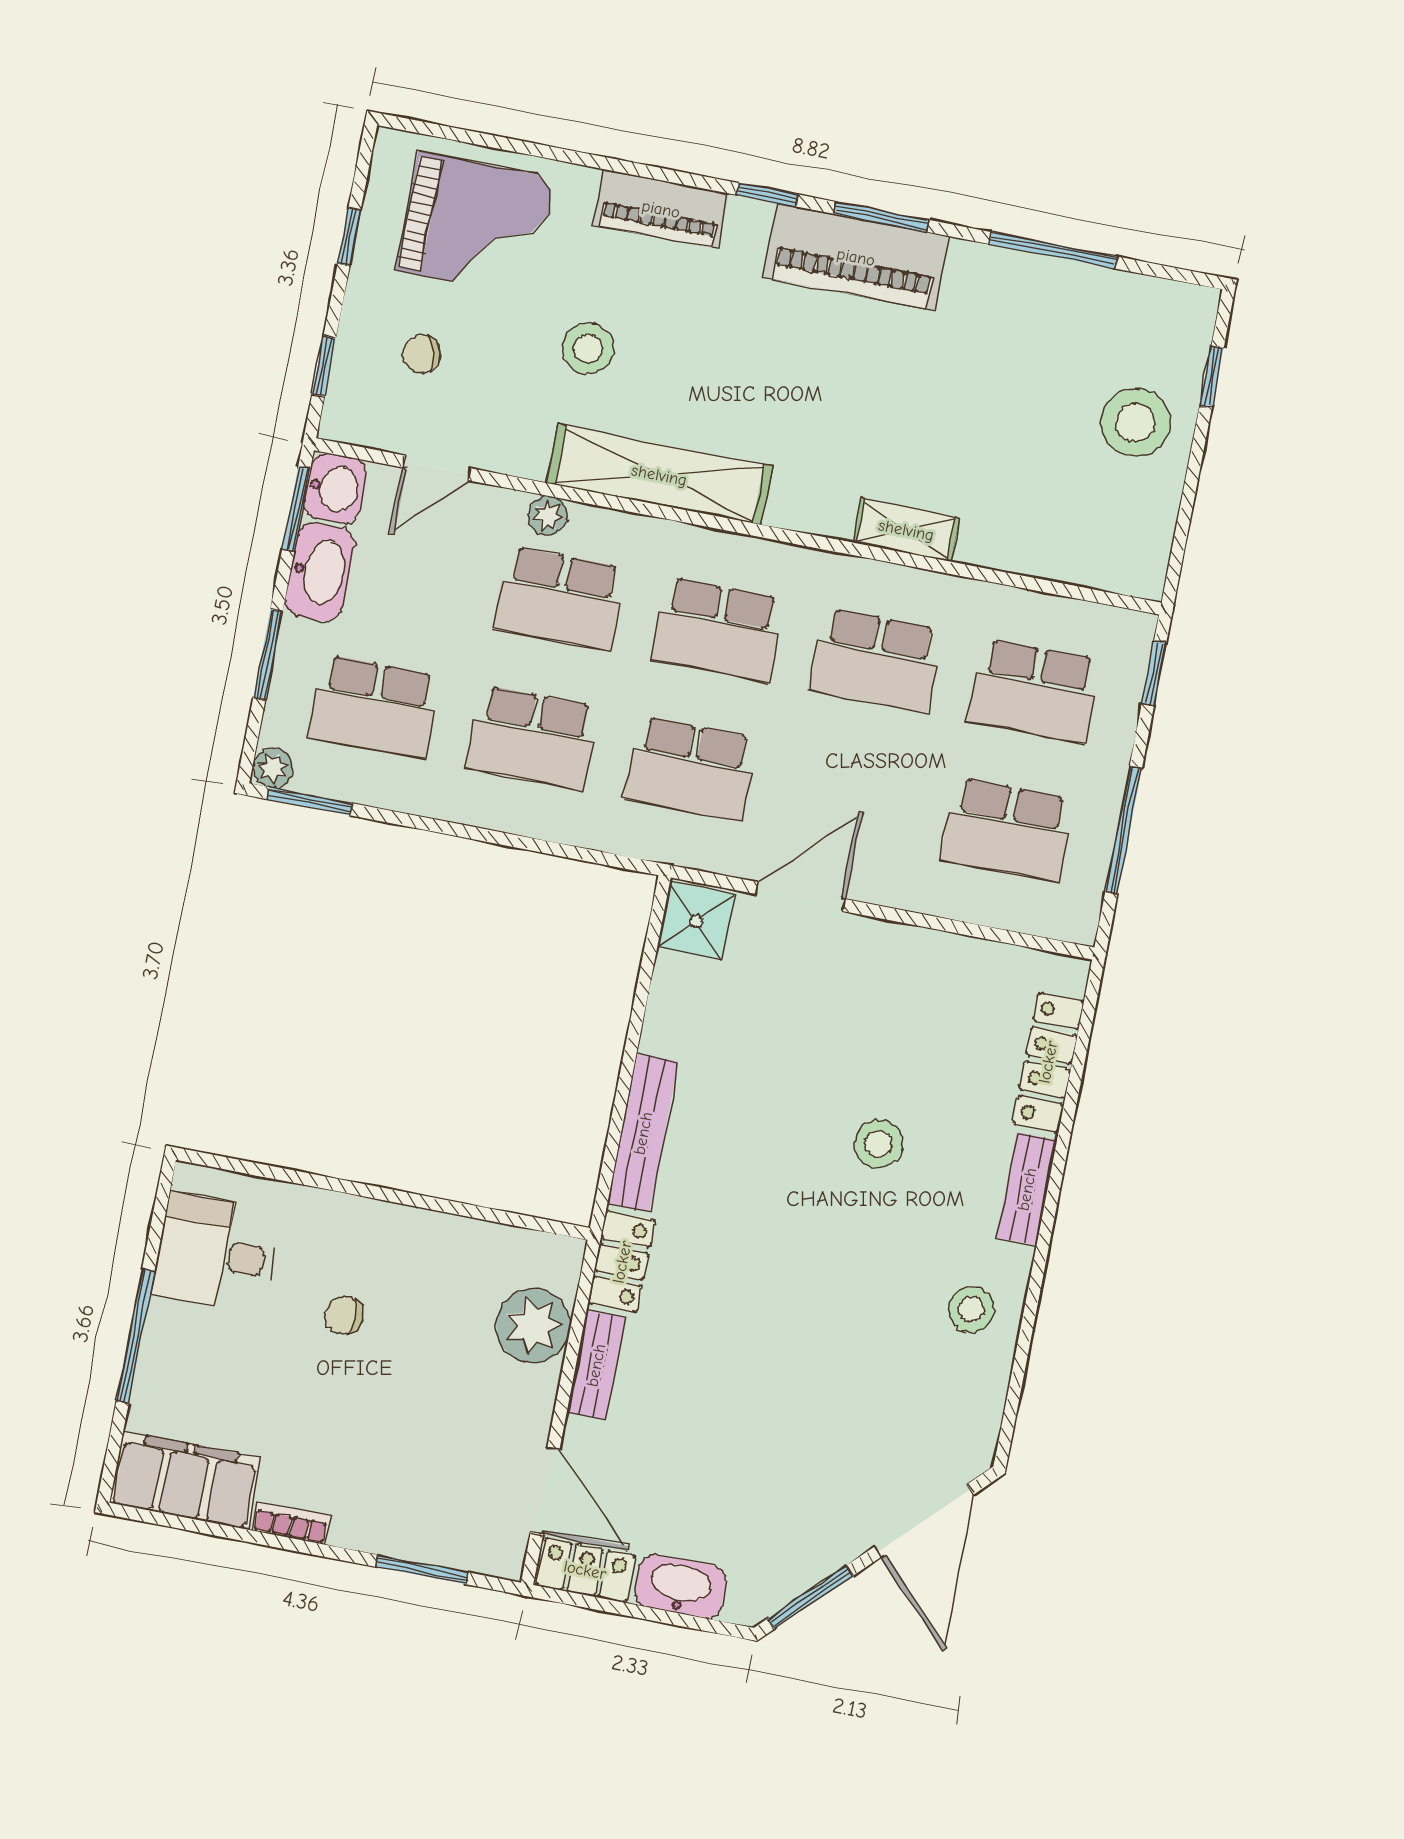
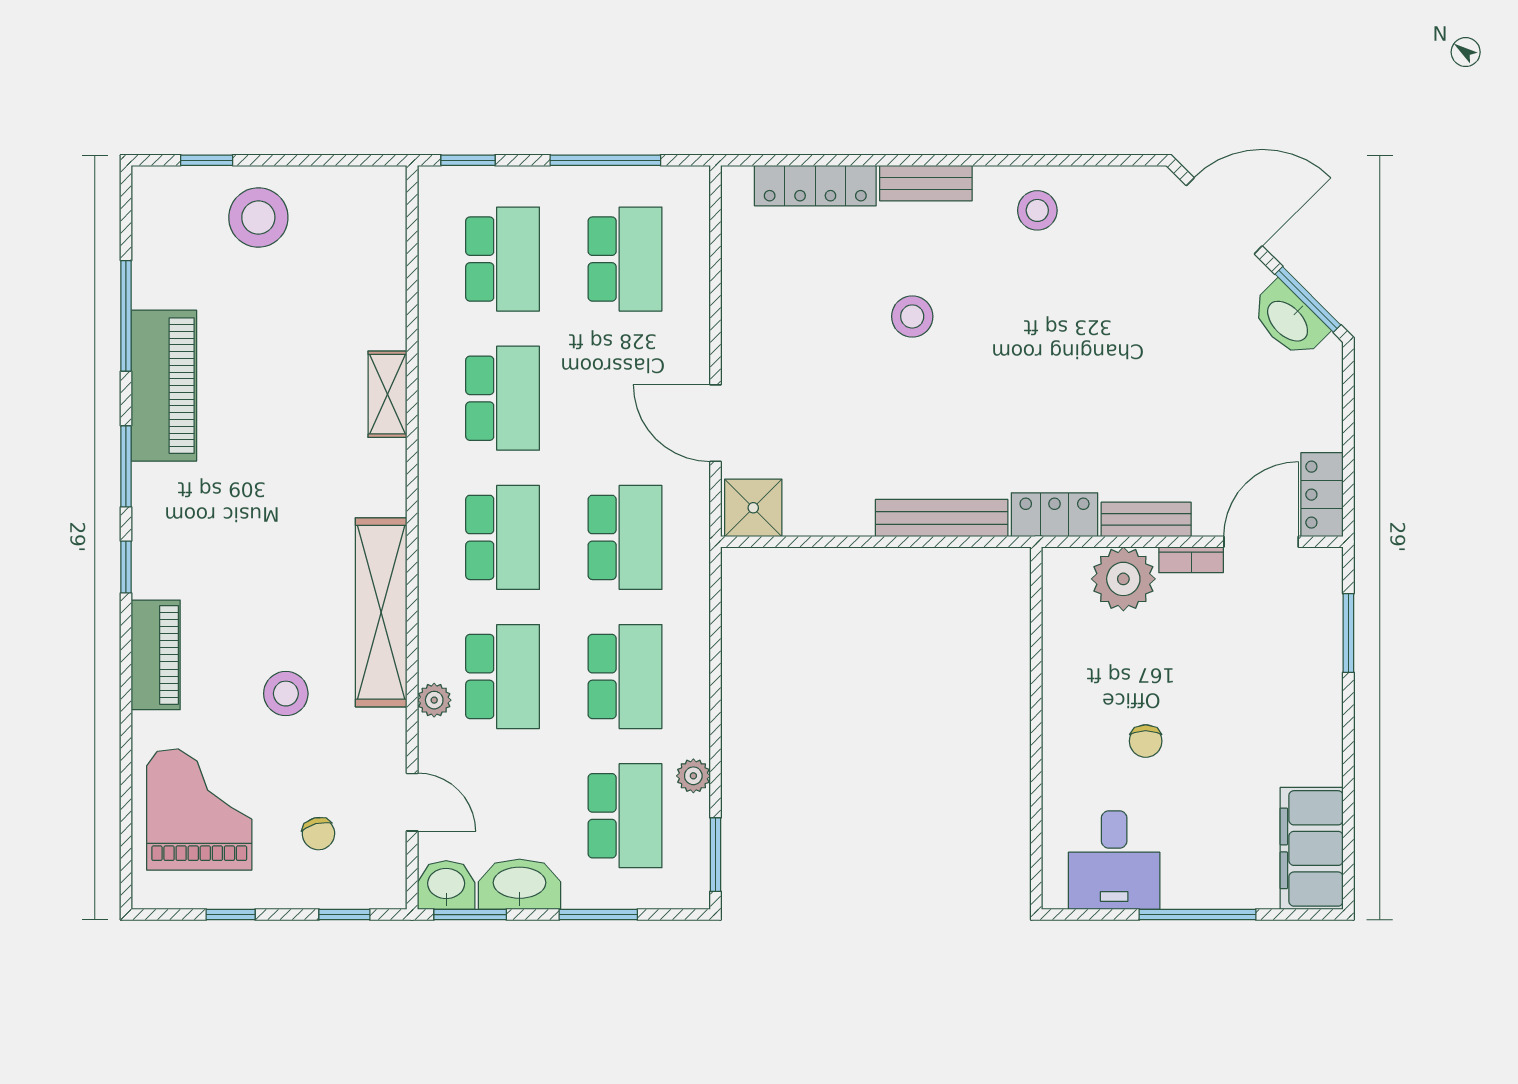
piano: (856, 257) -> (164, 386), moved
plant: (273, 768) -> (693, 776), moved
bookcase: (291, 1523) -> (1191, 560), moved, turned -90
washbasin: (680, 1586) -> (1289, 320), moved, turned -45

